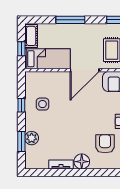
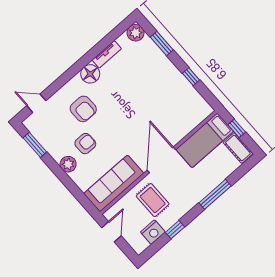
side table: (42, 104) -> (173, 95), removed
plant: (32, 138) -> (136, 33), moved

